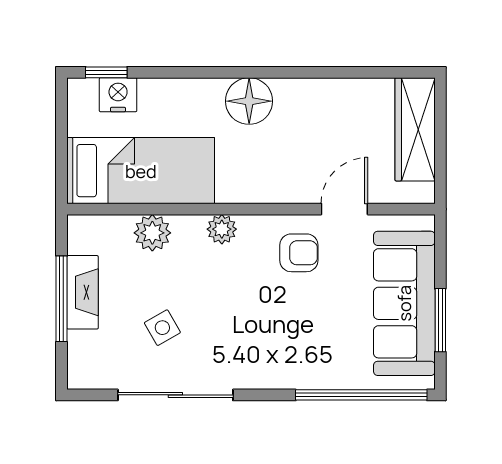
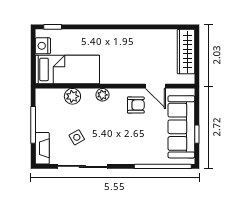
nightstand: (118, 95) -> (43, 46), moved, turned -90
floor lamp: (249, 101) -> (114, 39), removed
door: (344, 209) -> (155, 86), swing flipped
fireplace: (82, 292) -> (42, 148), moved
window: (440, 320) -> (197, 134), width x0.67

